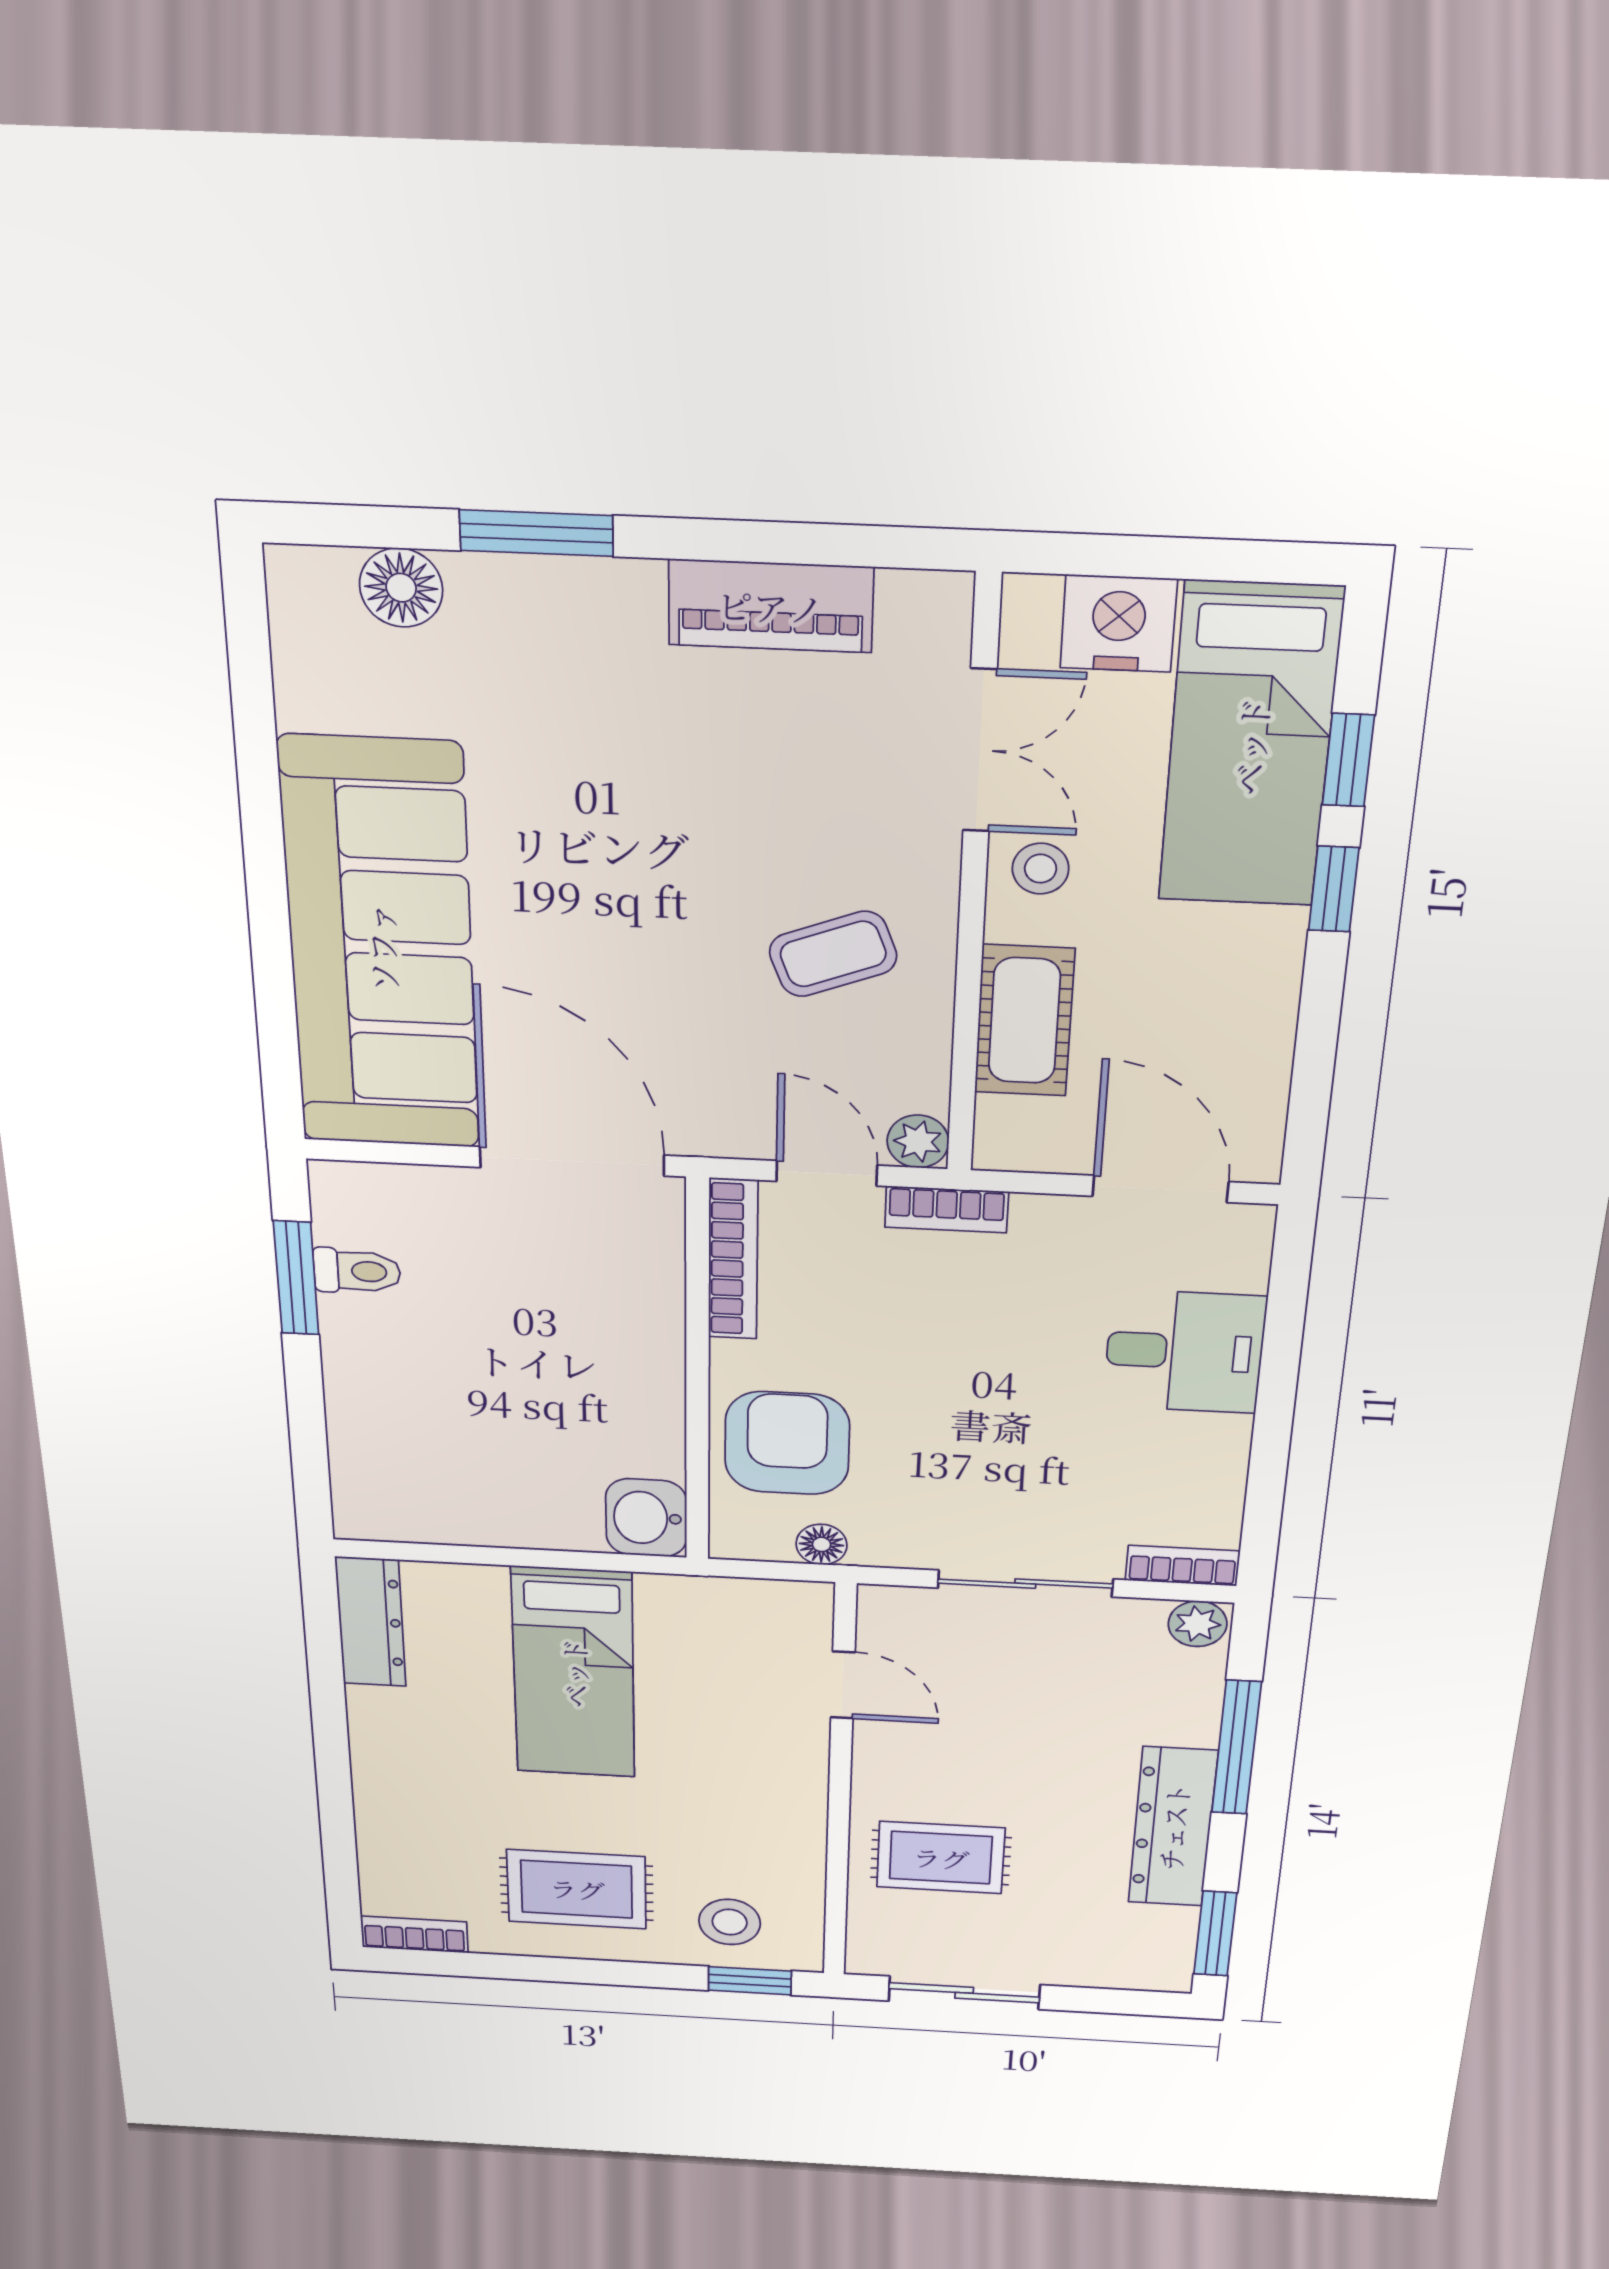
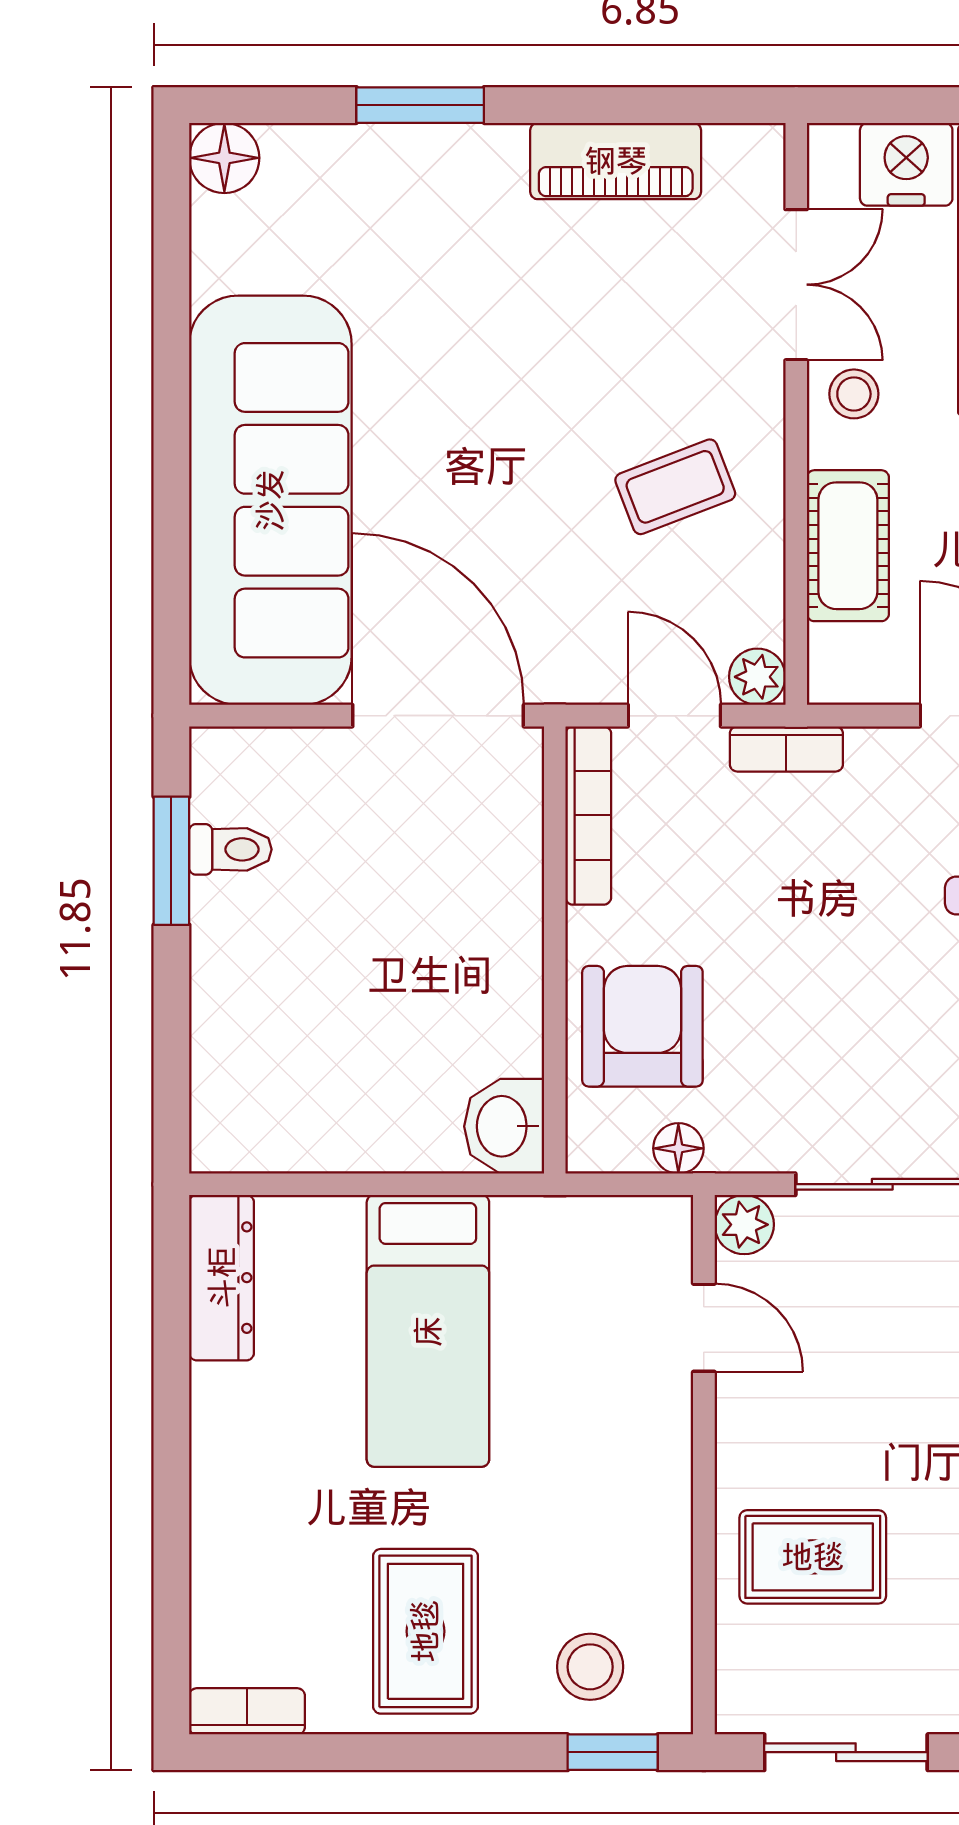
floor lamp: (401, 588) -> (224, 158), moved
plant: (885, 1608) -> (744, 1225), added
rug: (577, 1889) -> (425, 1631), turned 90

